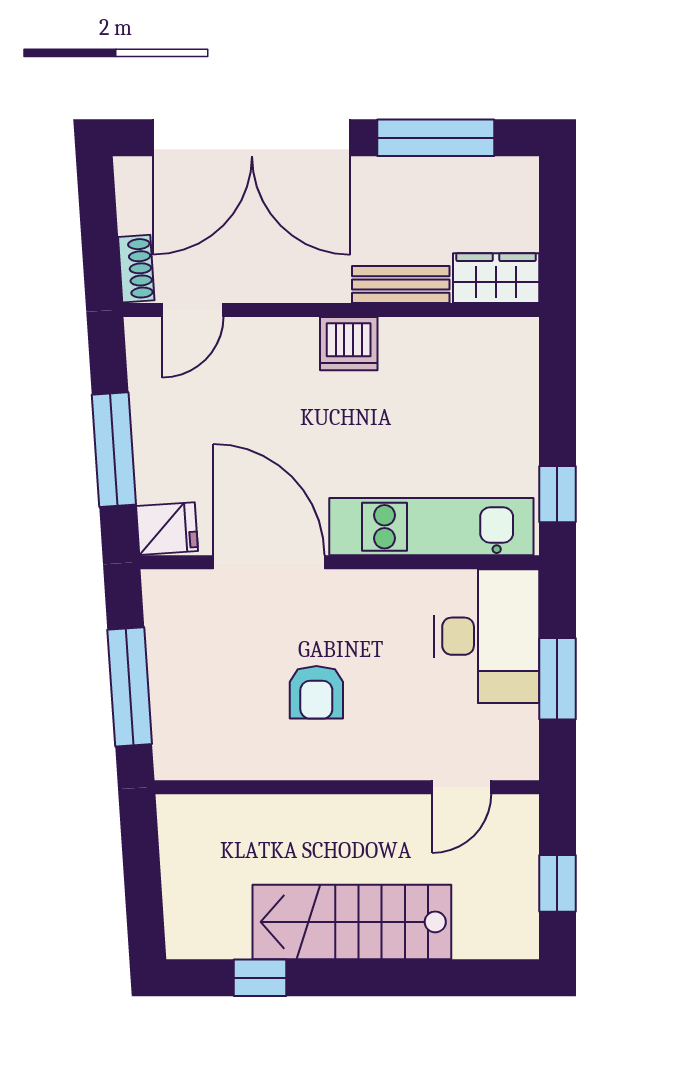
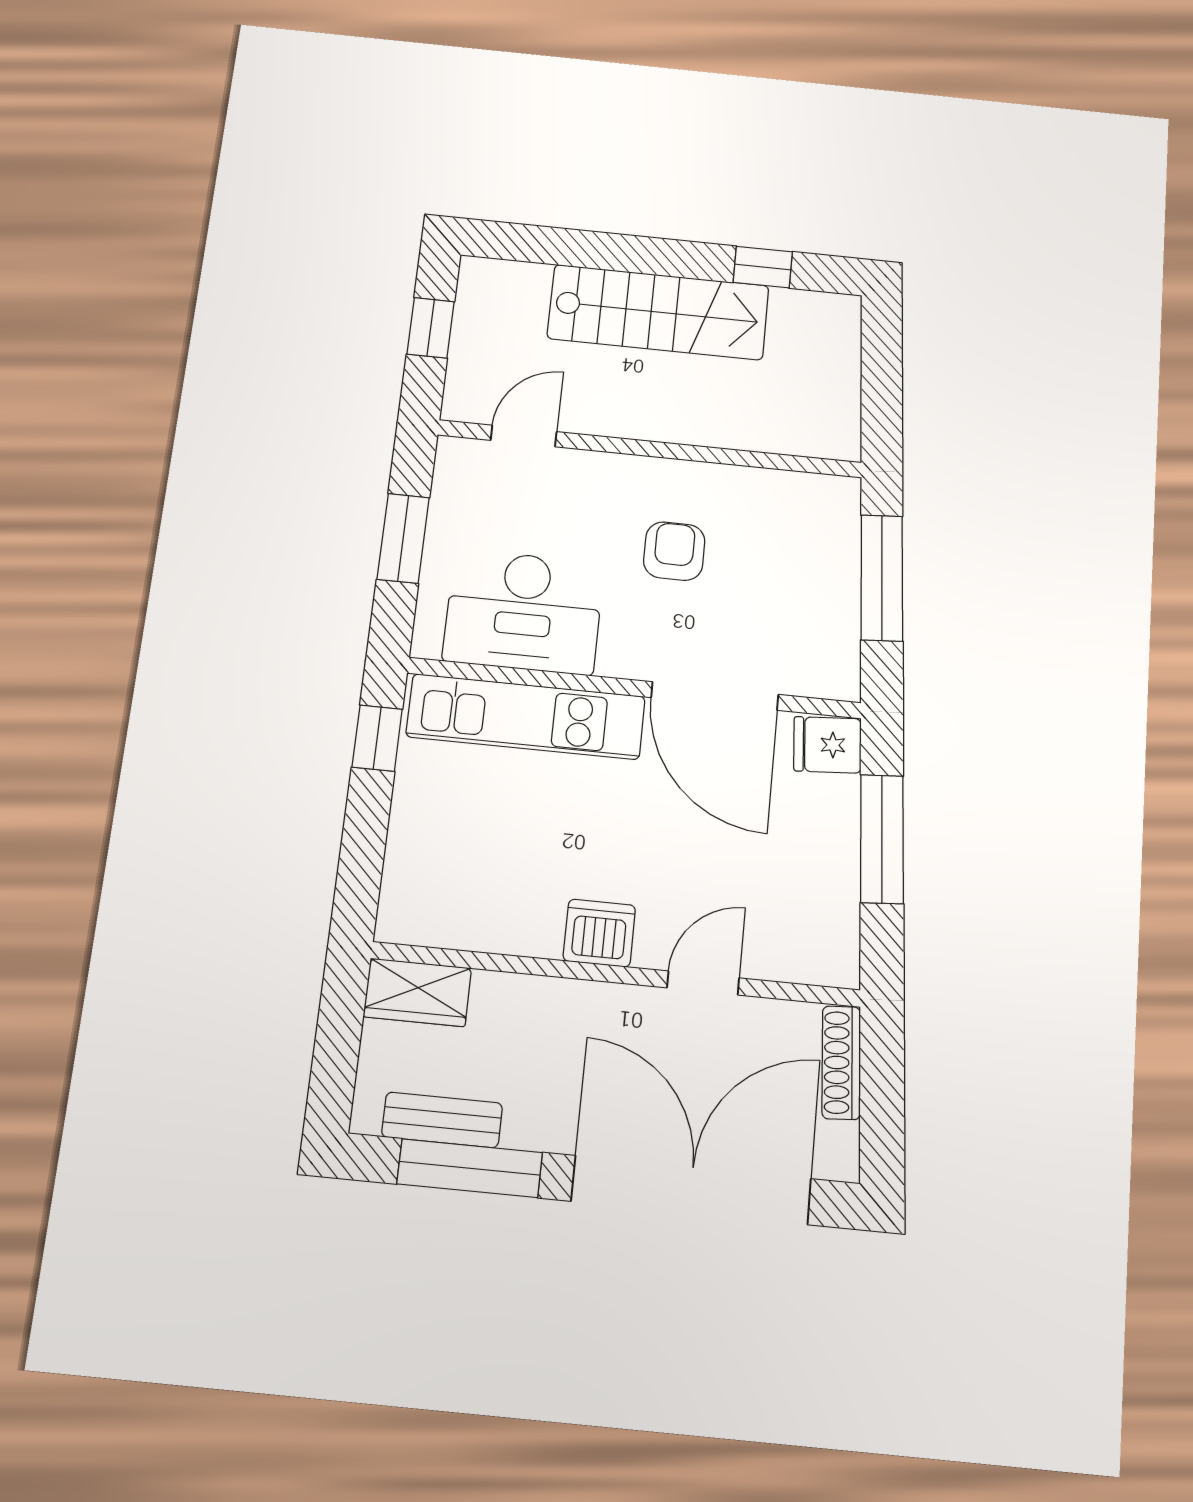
shoe rack: (136, 269) -> (841, 1063), width x1.43
bench: (401, 284) -> (442, 1120), moved
door: (193, 310) -> (703, 983), moved
desk: (486, 636) -> (524, 612), moved, turned -90

